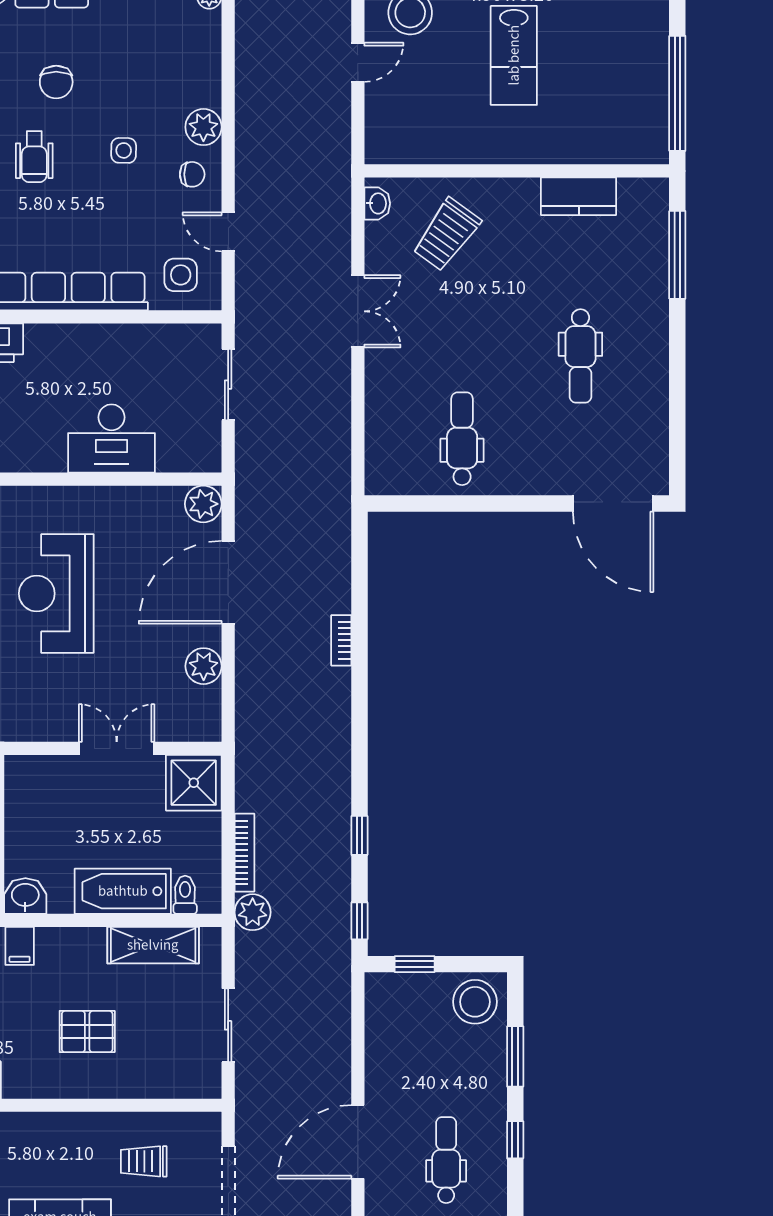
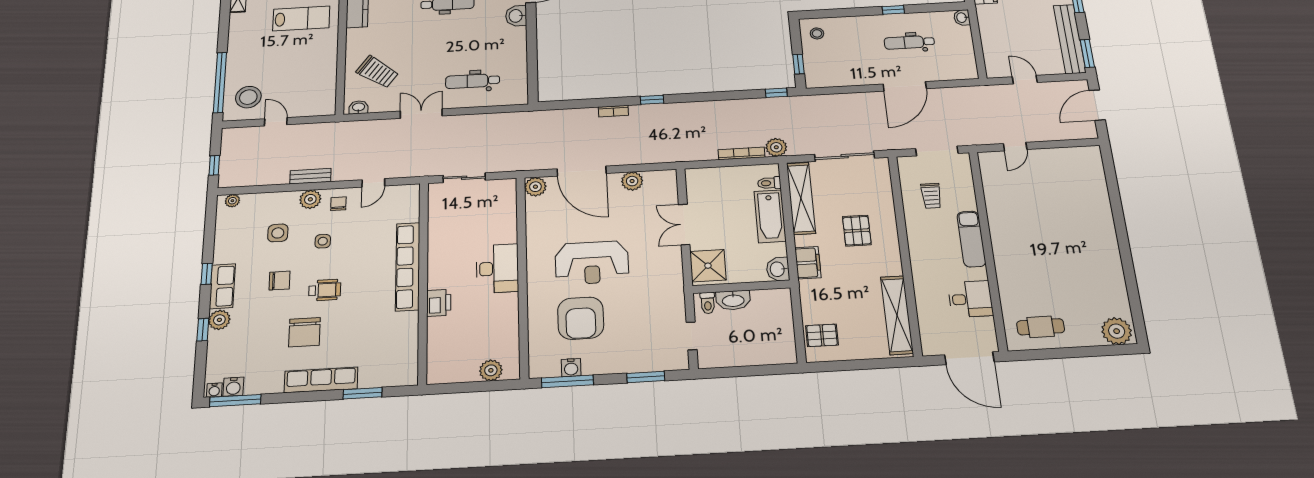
lab bench: (514, 55) -> (301, 18), moved
bench: (248, 126) -> (310, 176), added
side table: (181, 275) -> (278, 233), moved
desk: (111, 438) -> (497, 268), moved
dental chair: (462, 439) -> (473, 81), moved
washbasin: (547, 477) -> (516, 16), added
shower: (194, 783) -> (708, 266), moved
window: (359, 835) -> (652, 100), moved
shelving: (153, 945) -> (801, 198), width x1.47
filing cabinet: (20, 946) -> (808, 263), width x2.00
stool: (475, 1002) -> (817, 33), width x0.53, depth x0.53
sliding door: (228, 1025) -> (845, 156), width x1.37
window: (515, 1056) -> (846, 12), removed
door: (358, 1142) -> (905, 86), hinge flipped

